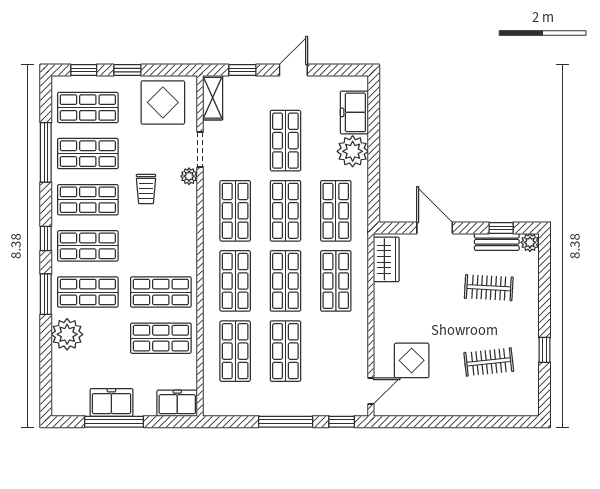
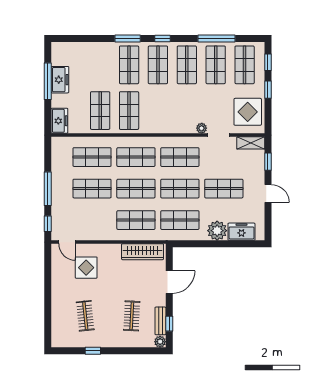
trolley: (146, 189) -> (194, 101), removed
wardrobe: (386, 259) -> (143, 252), width x1.50
plant: (67, 334) -> (103, 52), removed

